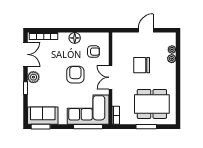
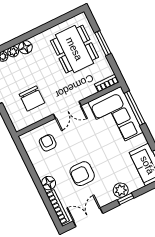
floor lamp: (75, 38) -> (49, 183), moved
chair: (142, 65) -> (32, 98), moved
floor lamp: (171, 69) -> (25, 47), added
armchair: (75, 75) -> (82, 174), moved
plant: (33, 77) -> (121, 190), moved

